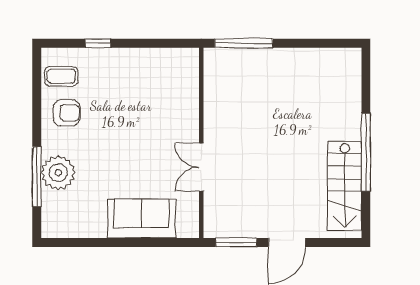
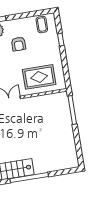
rug: (166, 99) -> (39, 77), added
armchair: (67, 113) -> (19, 44), moved

